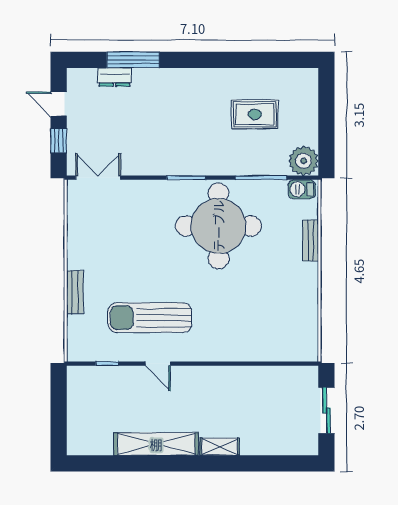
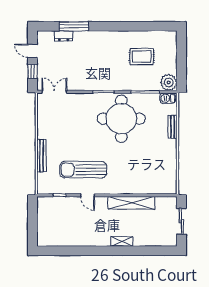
bench: (75, 292) -> (41, 156), width x1.36
shelving: (156, 444) -> (131, 203), moved

